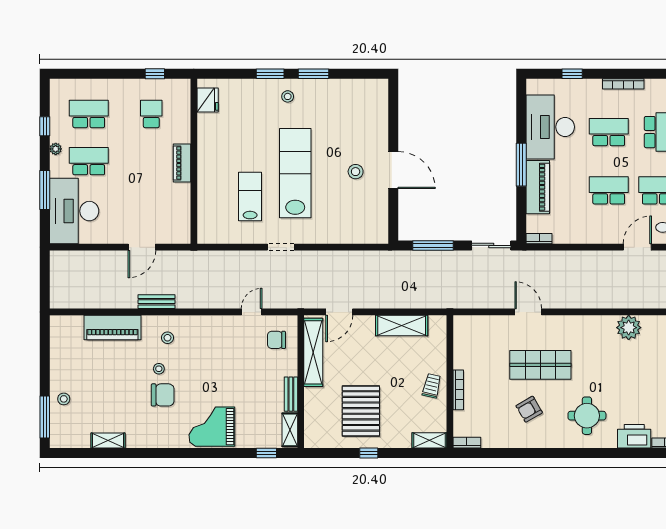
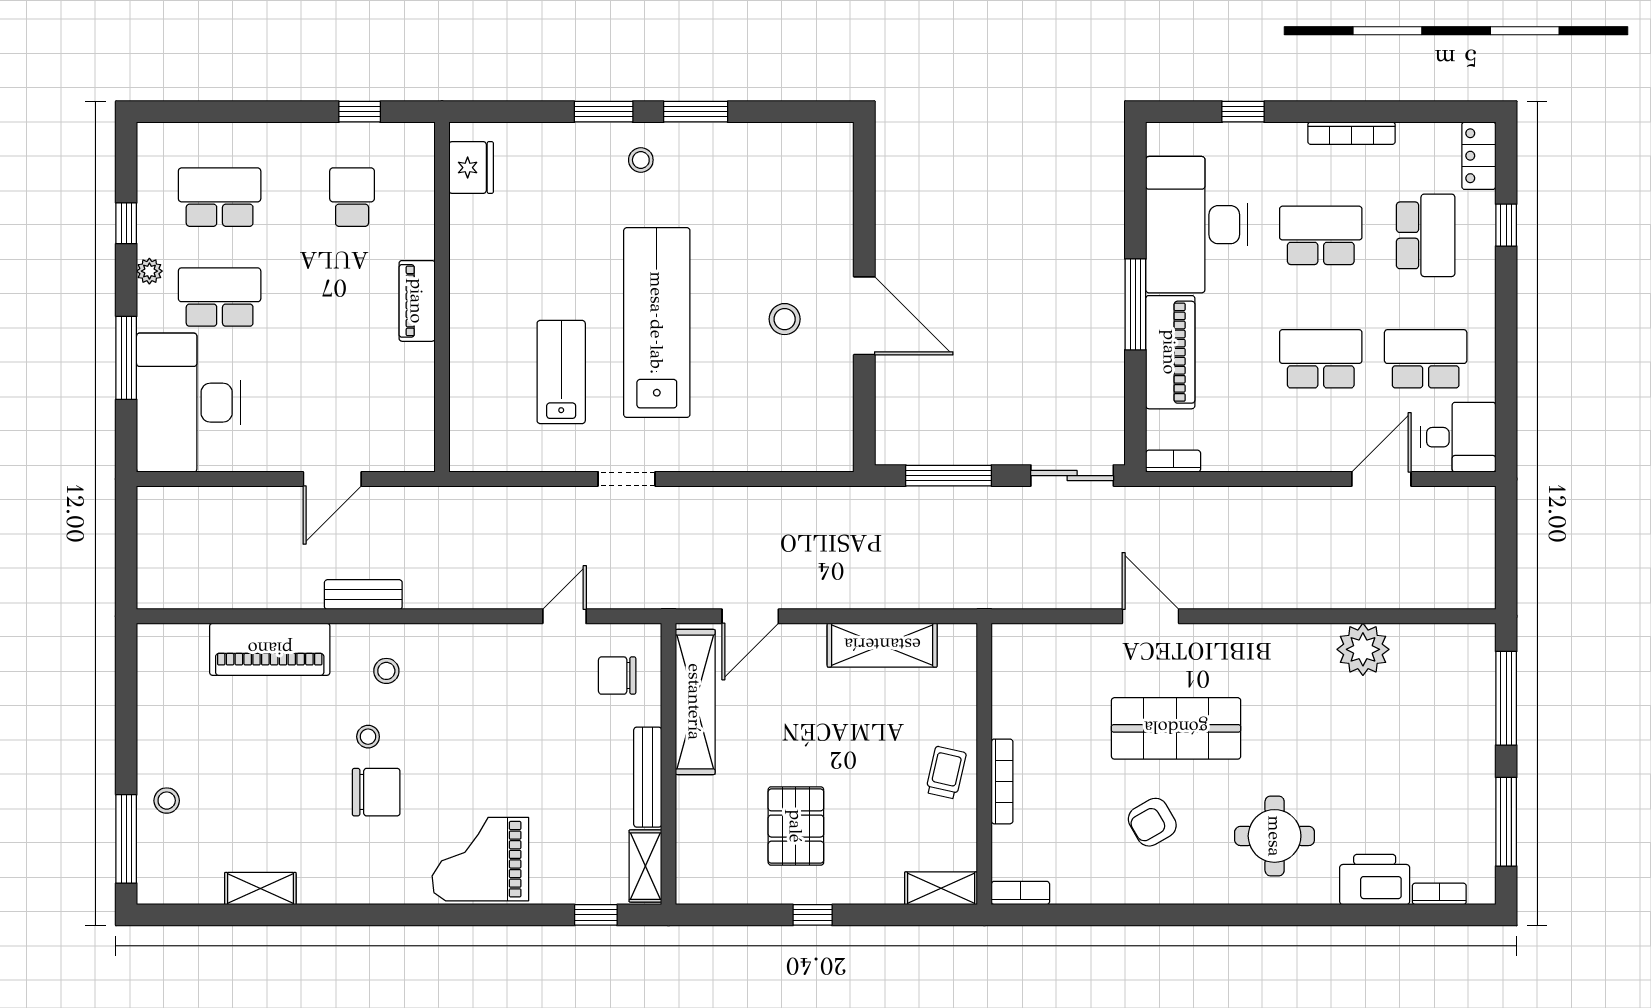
bench: (291, 394) -> (648, 777), width x1.36
pallet: (361, 411) -> (796, 826), width x0.73, depth x0.71

